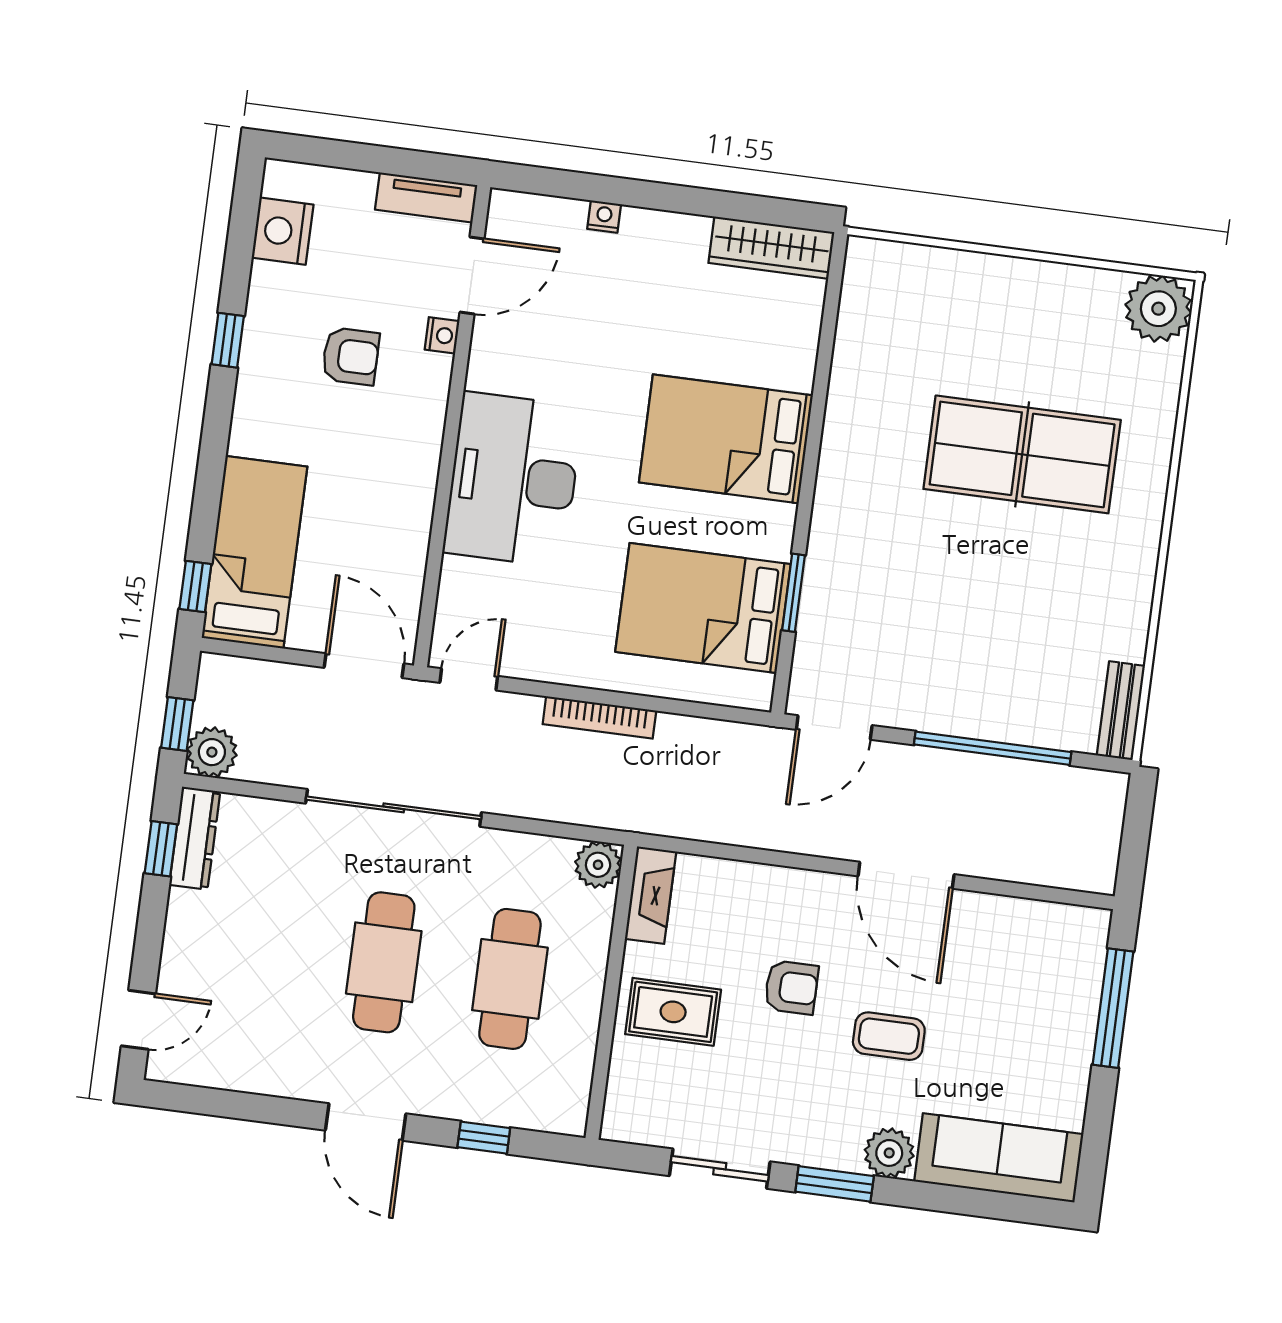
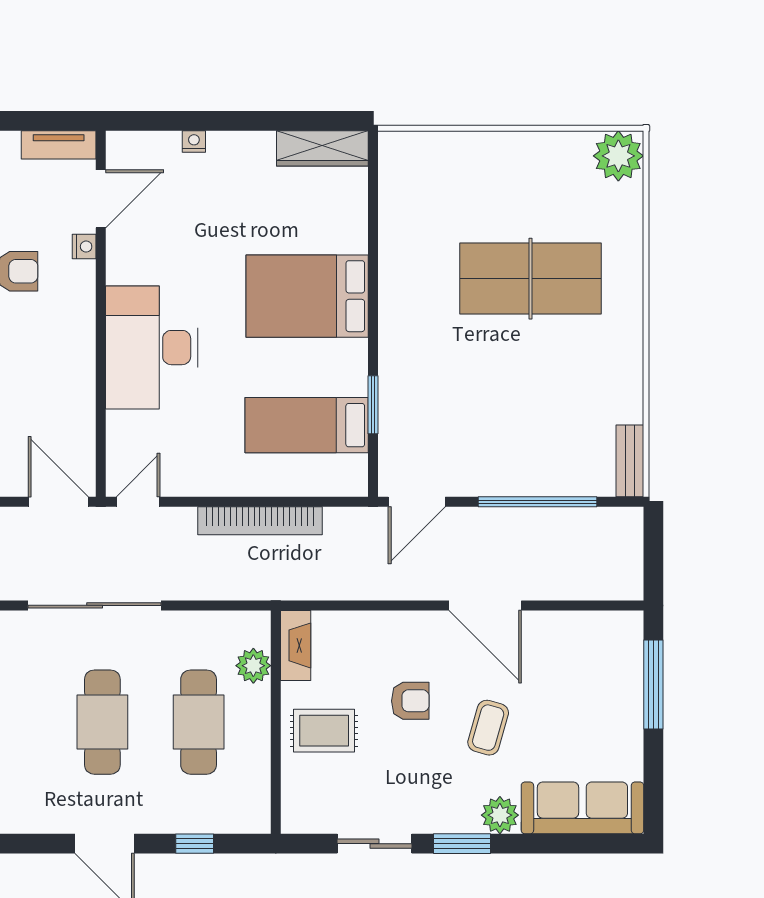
bed: (703, 608) -> (307, 425), width x0.67
bookcase: (599, 717) -> (260, 521), width x1.48, depth x1.31
plant: (598, 865) -> (253, 666), moved
coffee table: (889, 1036) -> (488, 728), turned -74

